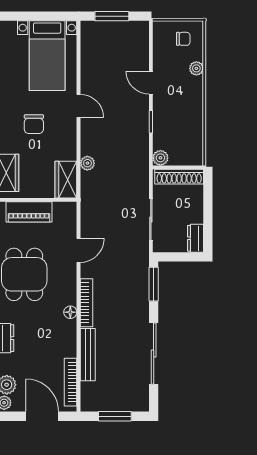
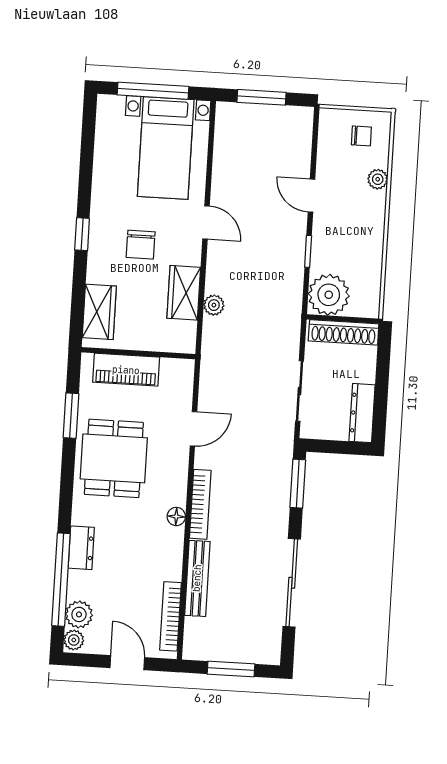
window: (36, 16) -> (153, 91), added
plant: (160, 158) -> (329, 295), width x1.88, depth x1.88
wardrobe: (66, 180) -> (184, 293), moved
dresser: (195, 238) -> (362, 413), width x1.44
door: (42, 416) -> (127, 663), width x0.73

